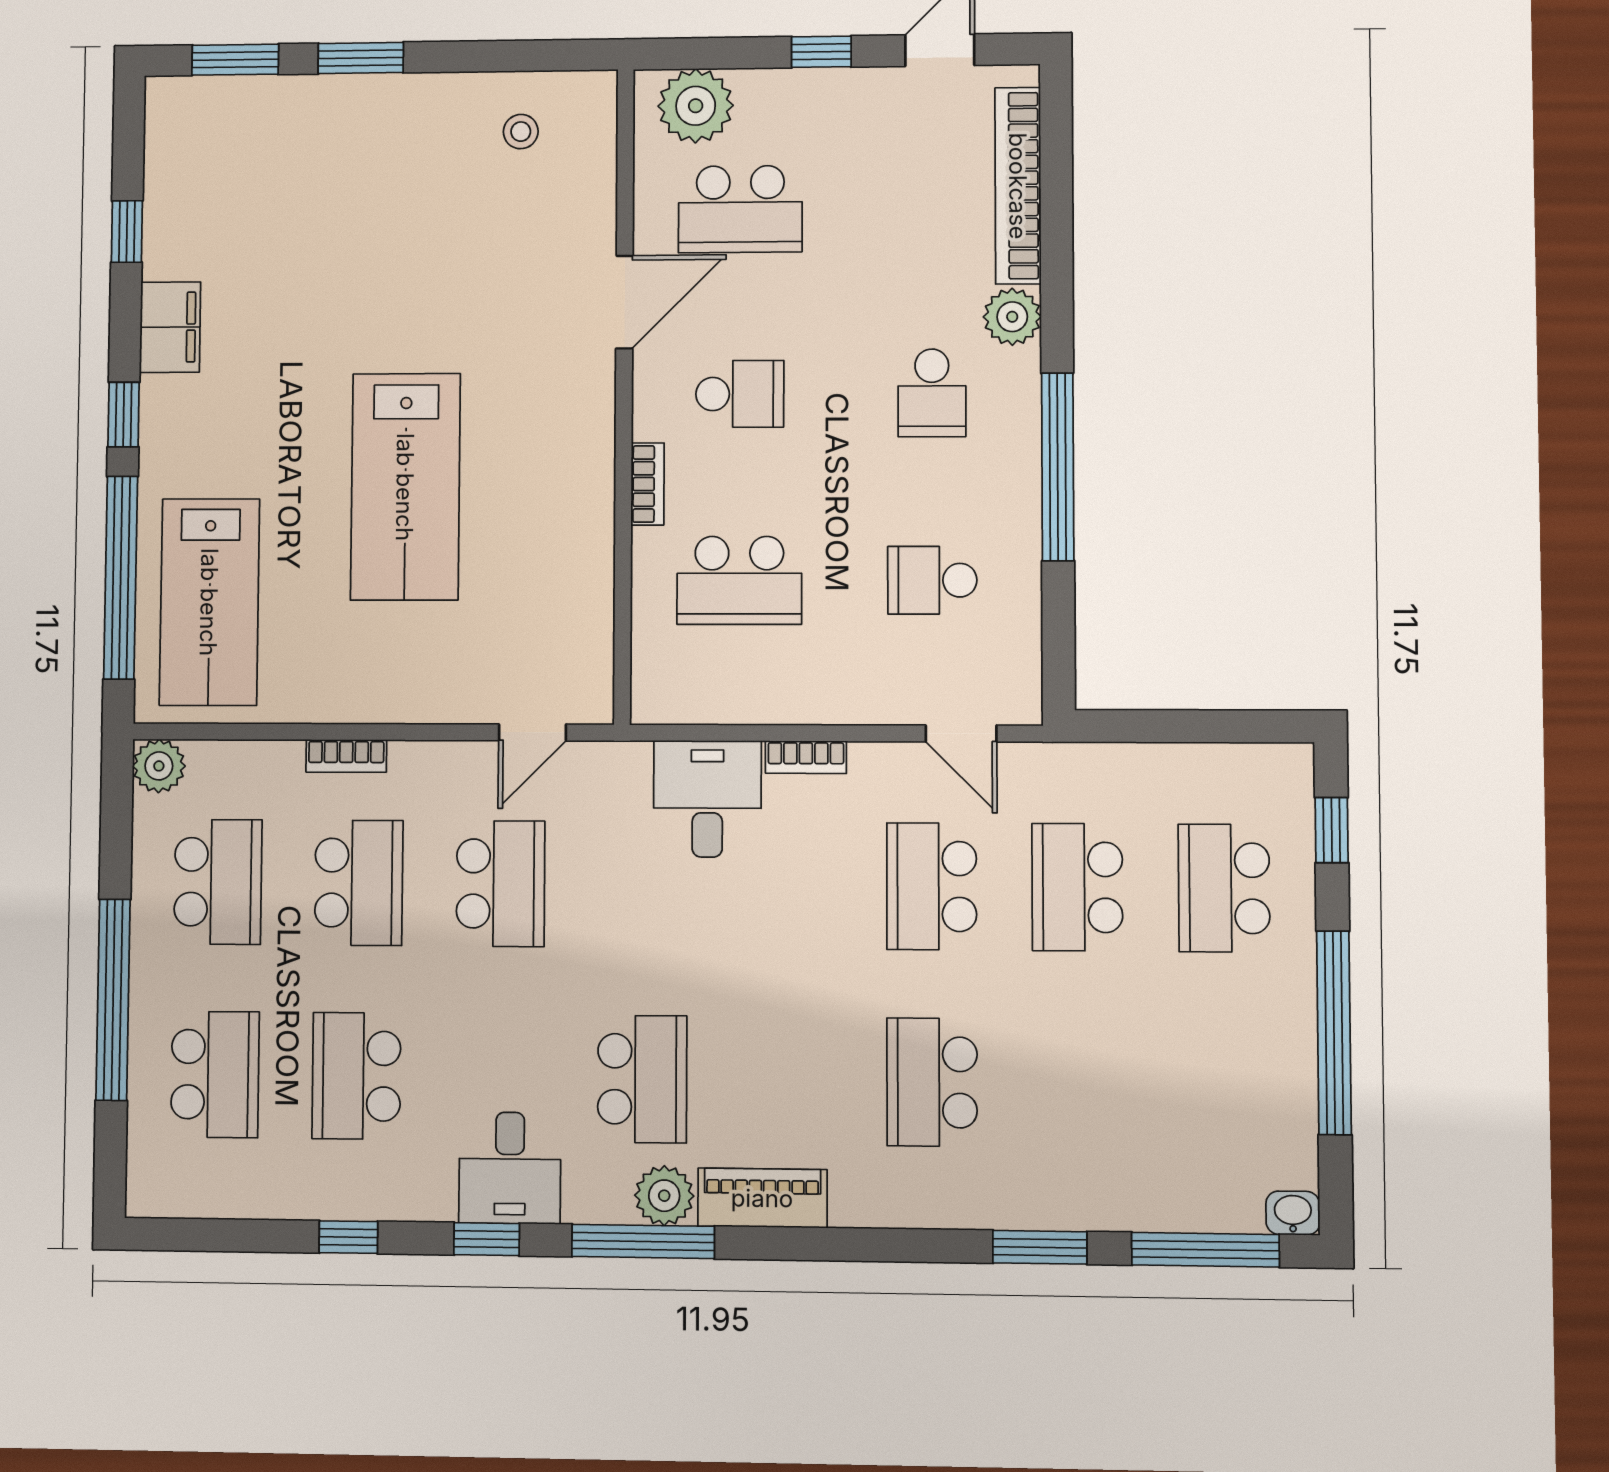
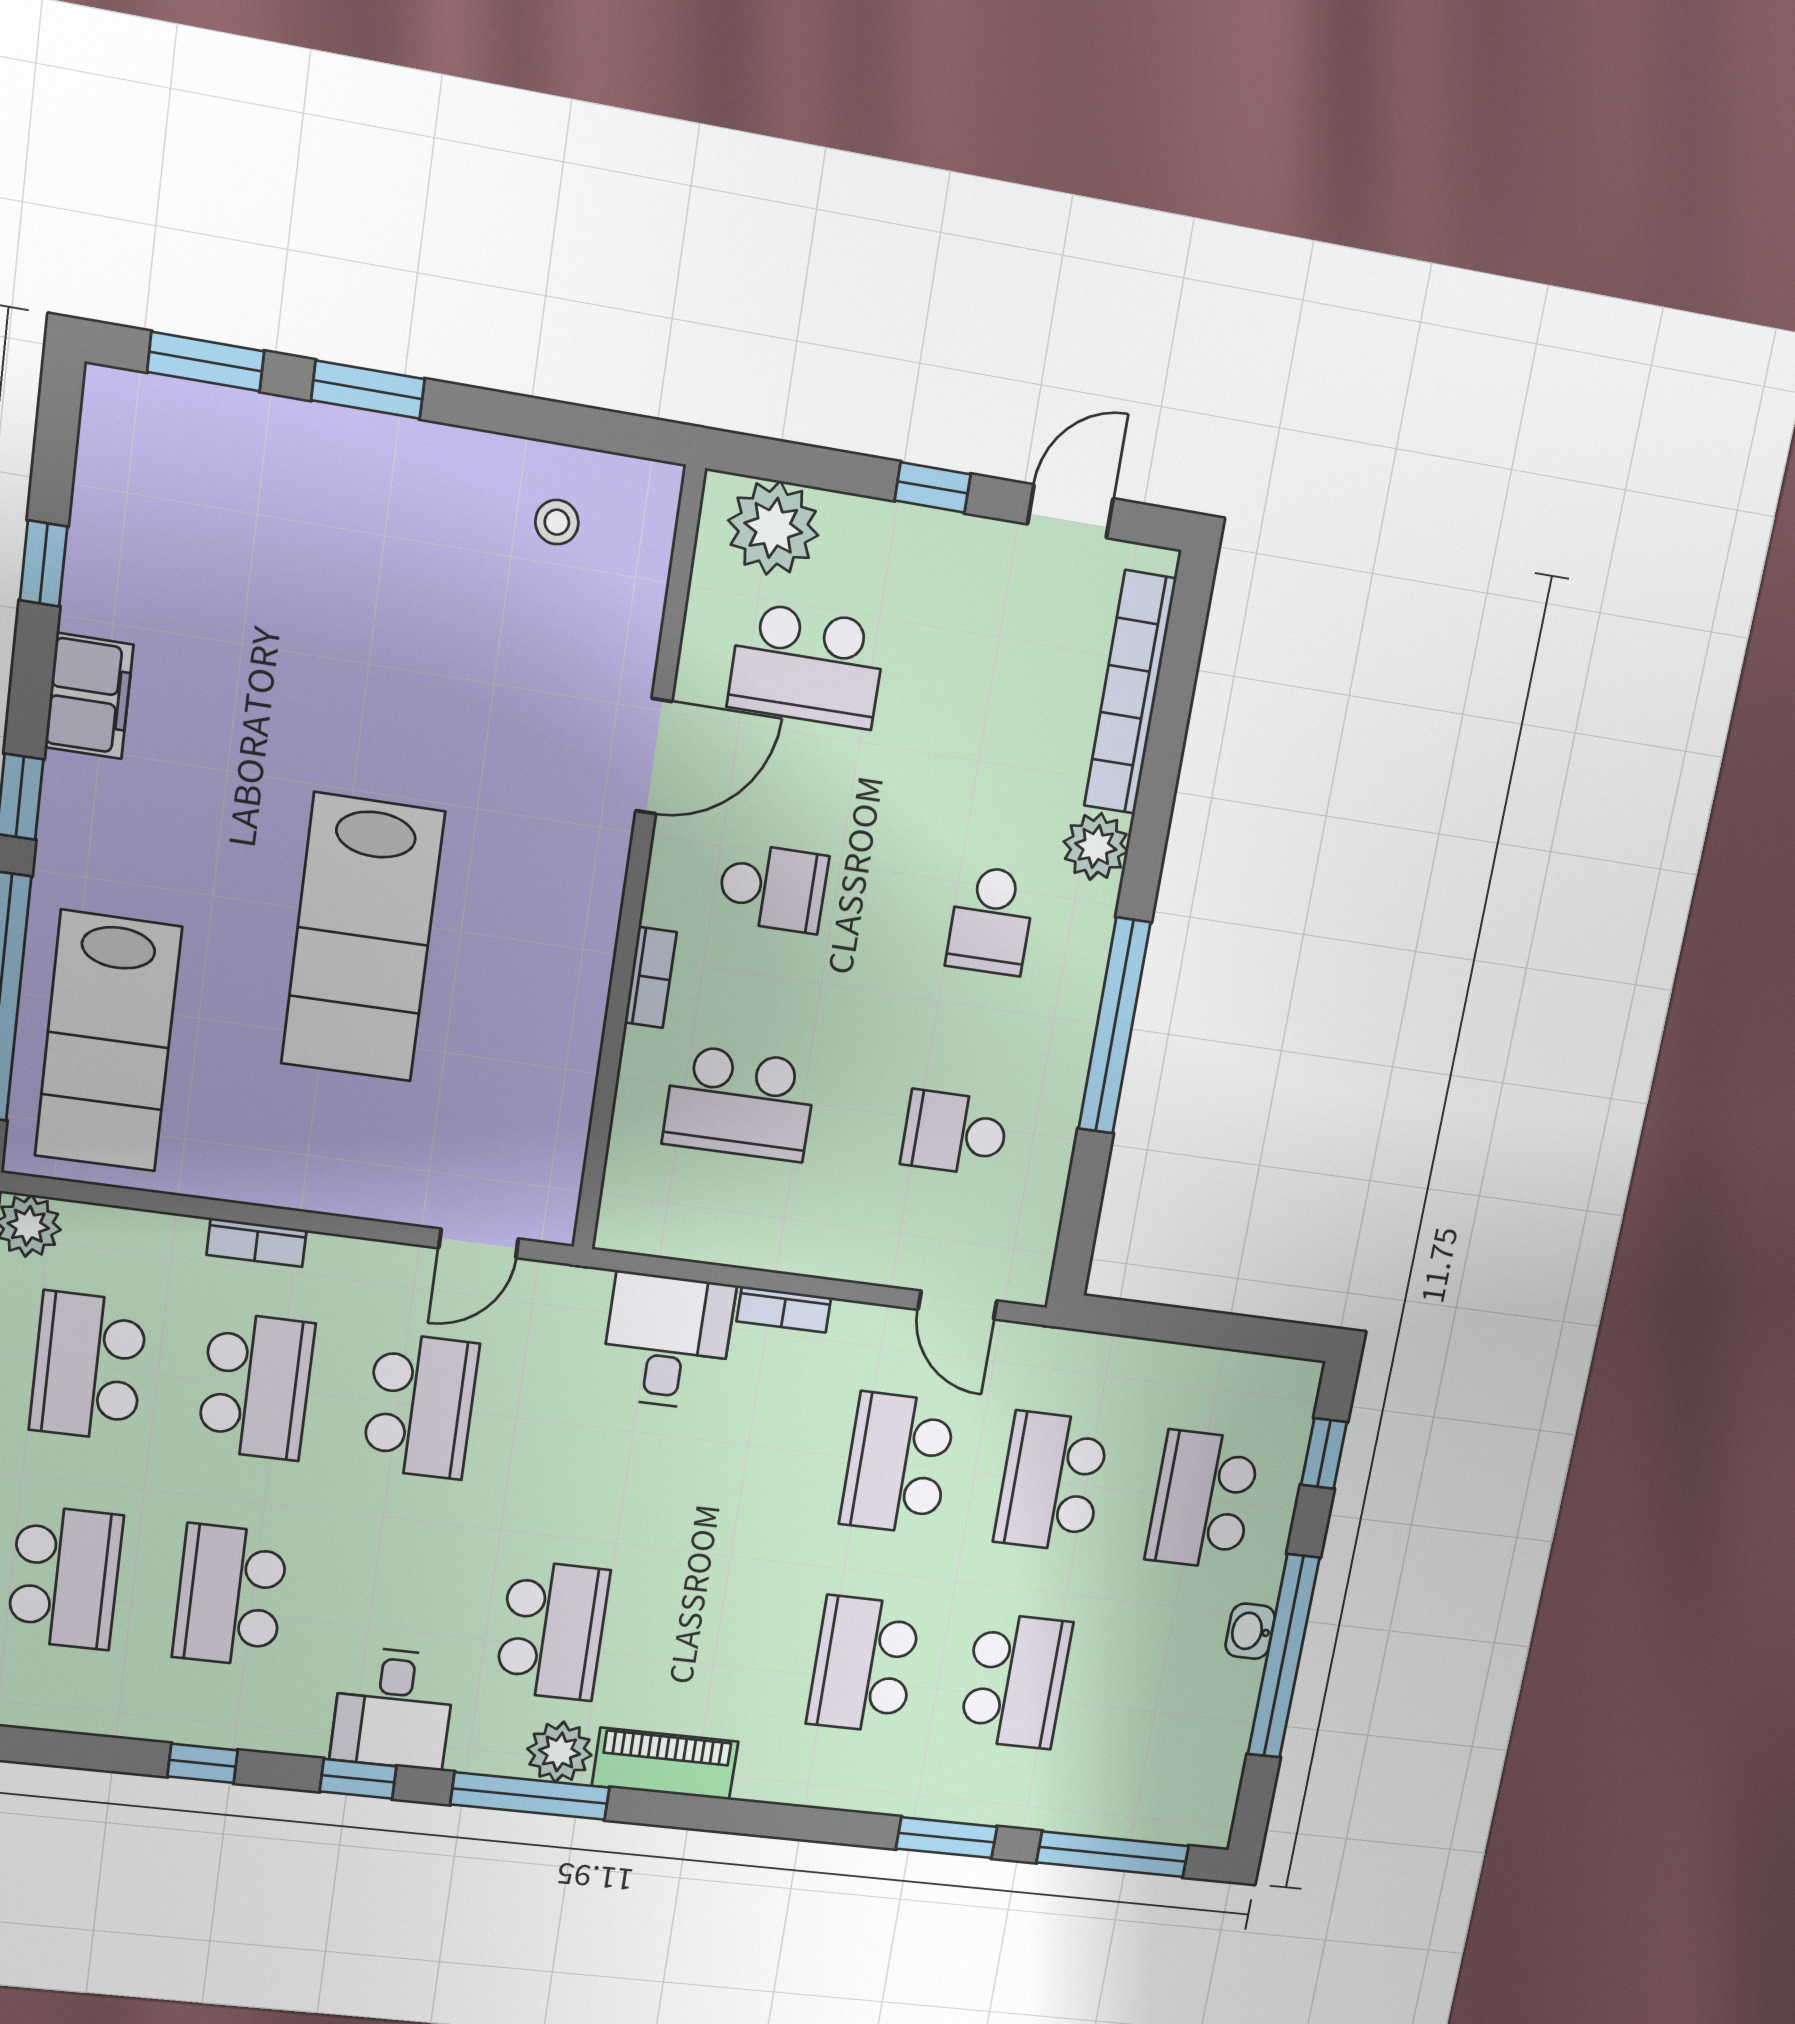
school desk: (218, 882) -> (88, 1366), turned 180
school desk: (1078, 1084) -> (1016, 1681), added
washbasin: (1293, 1213) -> (1250, 1631), moved, turned -90

